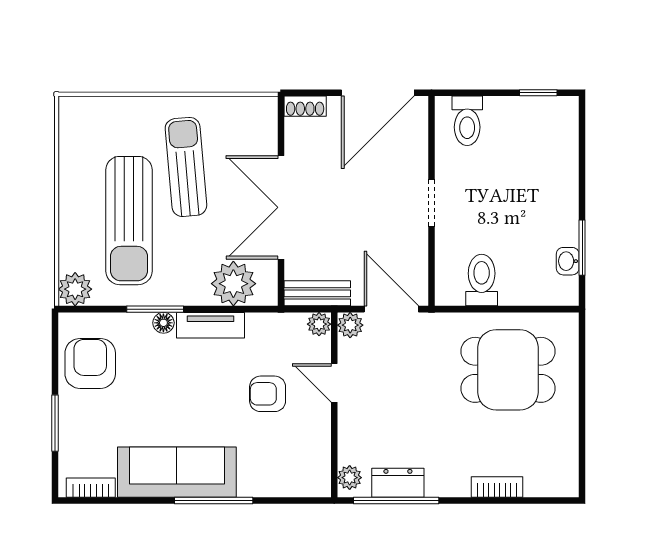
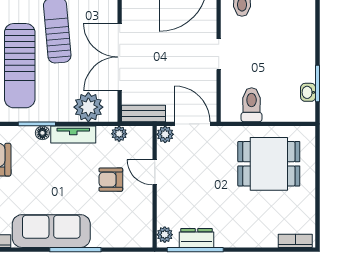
plant: (319, 324) -> (119, 134), moved
bookcase: (497, 487) -> (295, 241), moved

